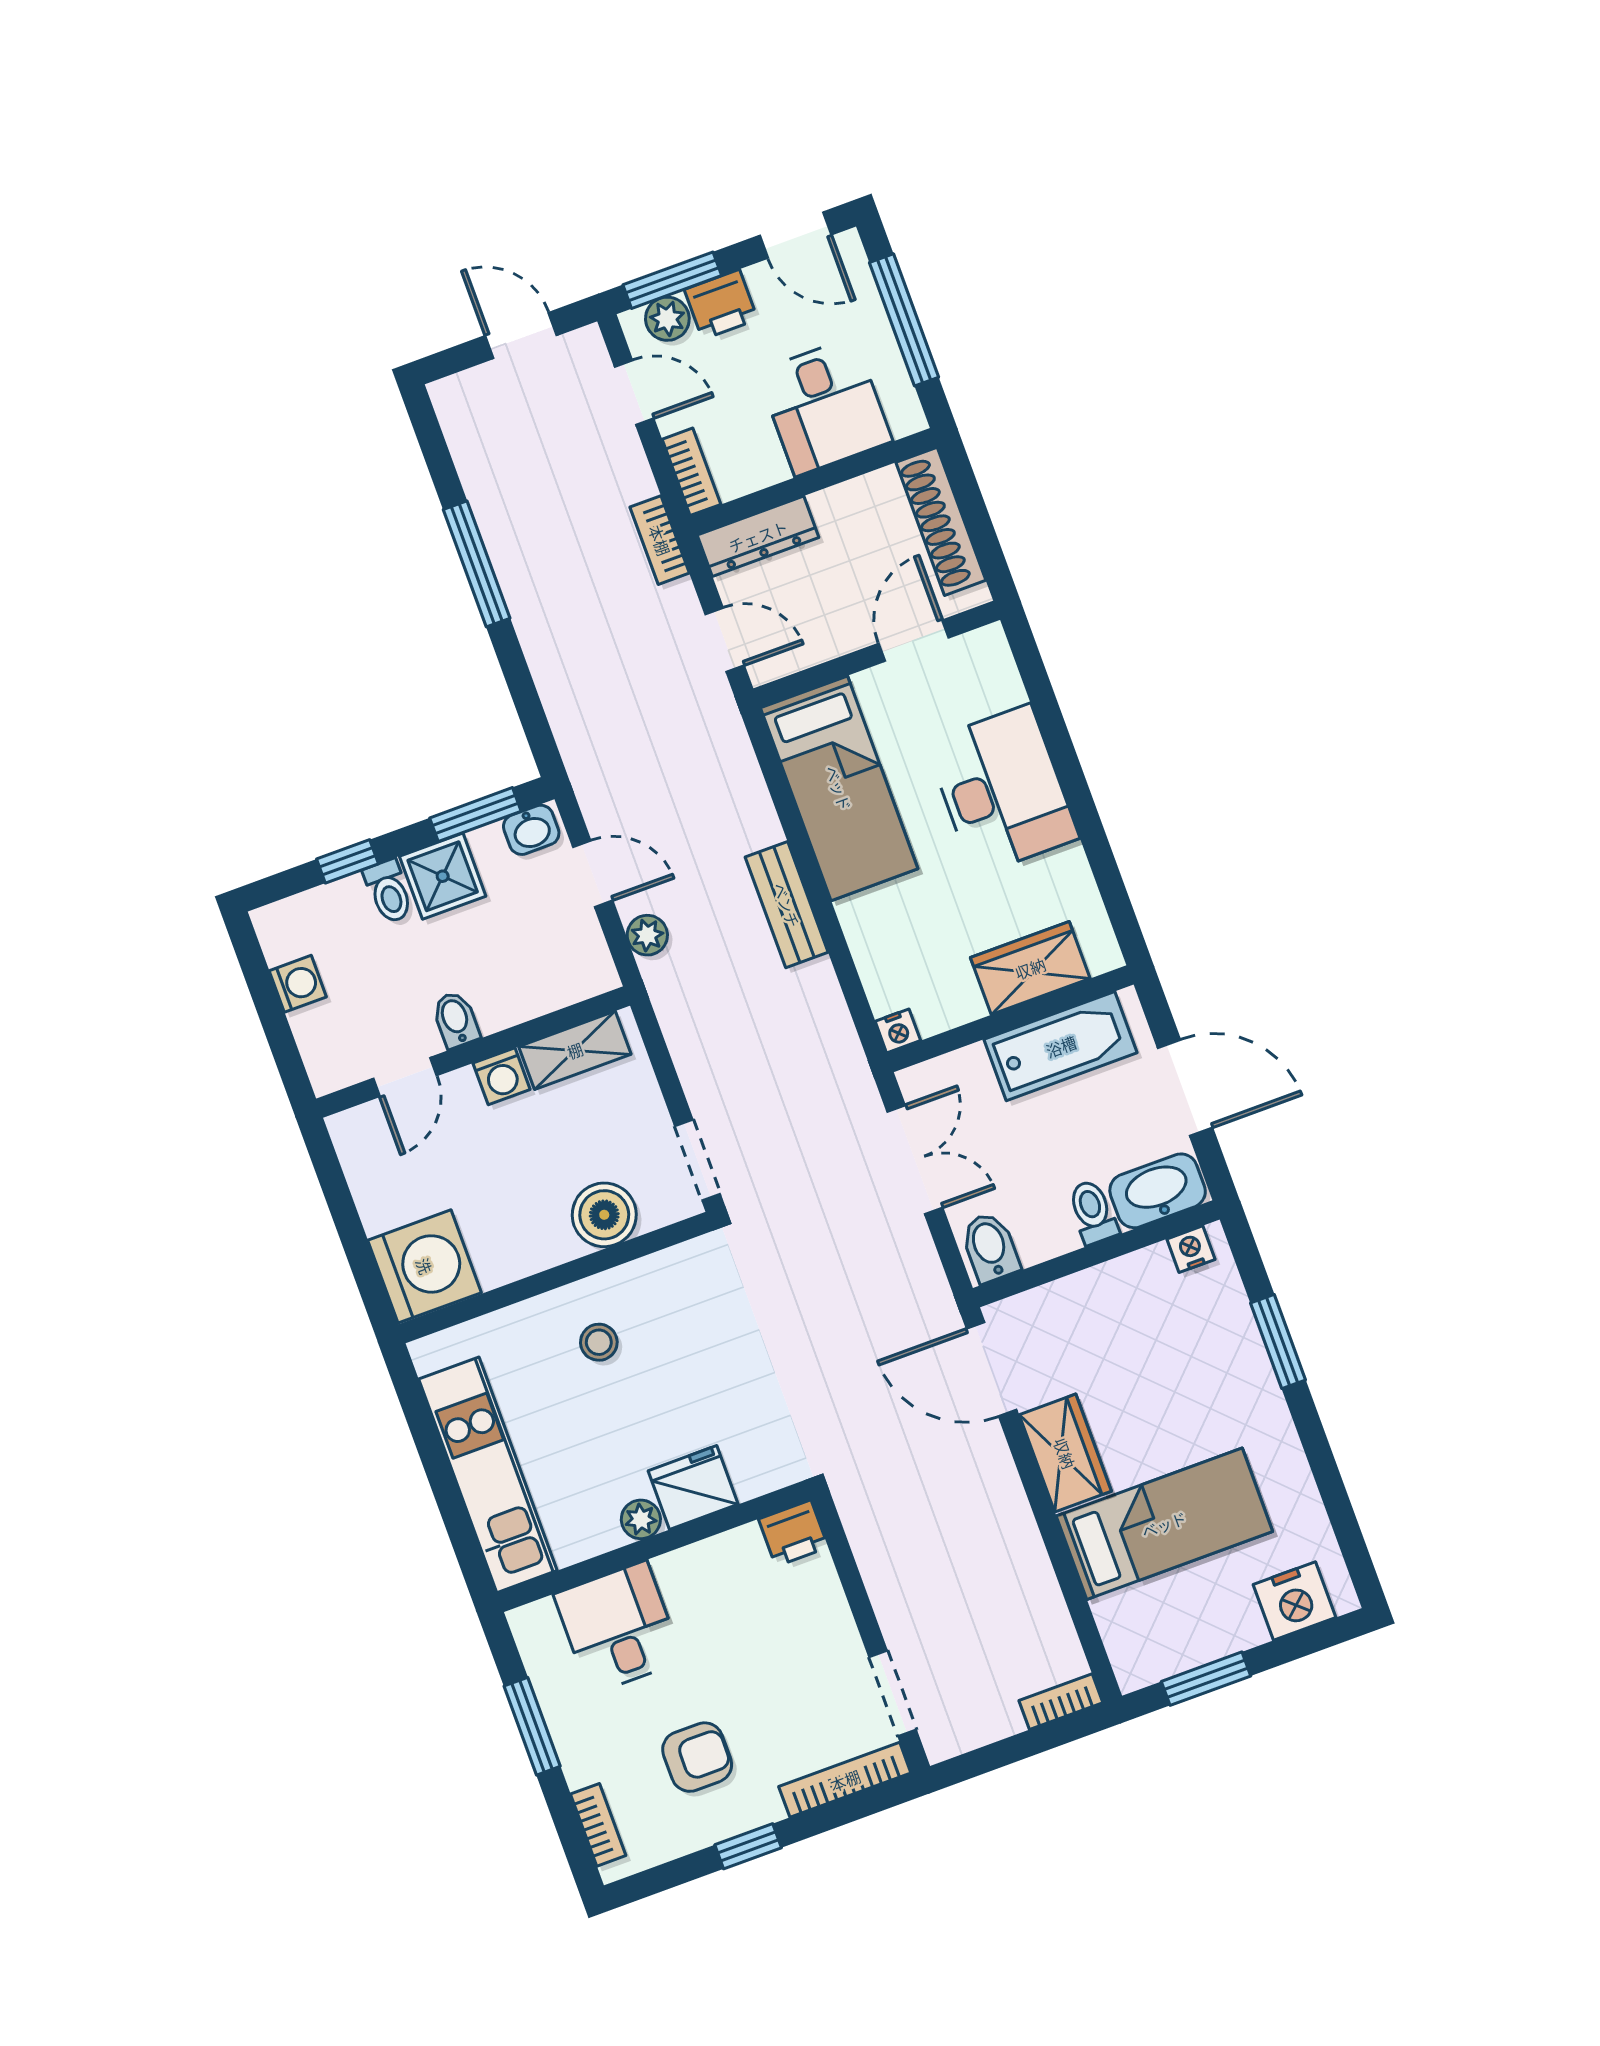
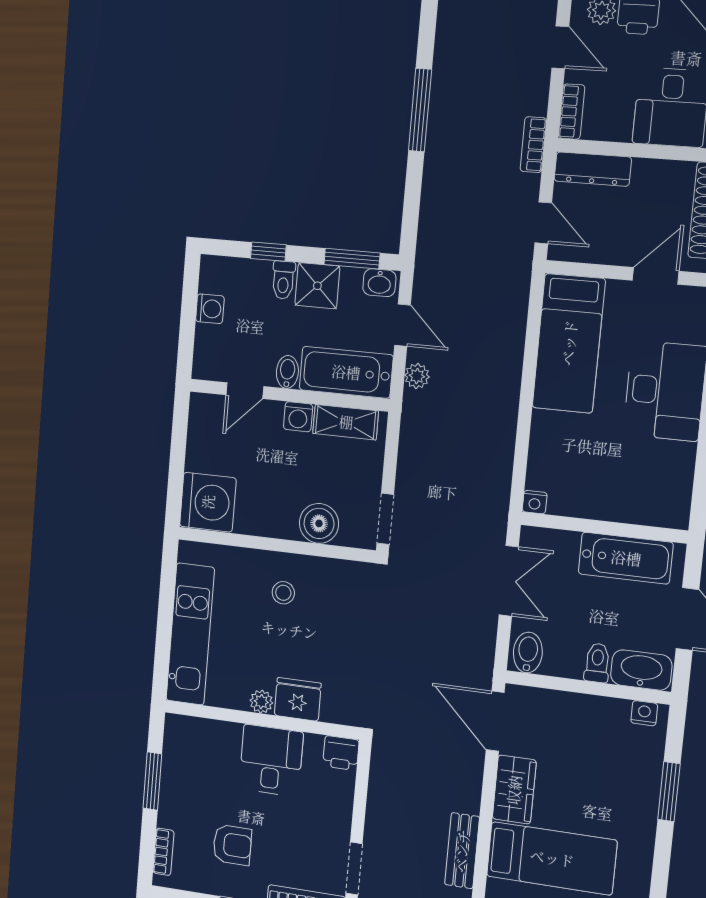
bench: (787, 905) -> (462, 851), moved
wardrobe: (1030, 968) -> (630, 504), removed
bathtub: (542, 979) -> (346, 372), added
desk: (618, 1628) -> (271, 760), moved

